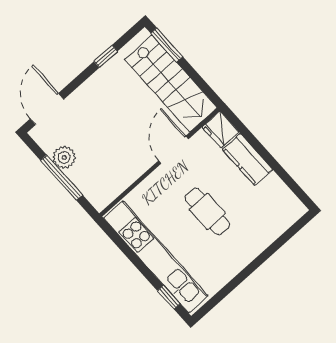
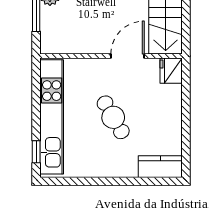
kitchen counter: (247, 159) -> (160, 167), moved, turned 90
cafe table: (207, 211) -> (113, 117), turned -30

